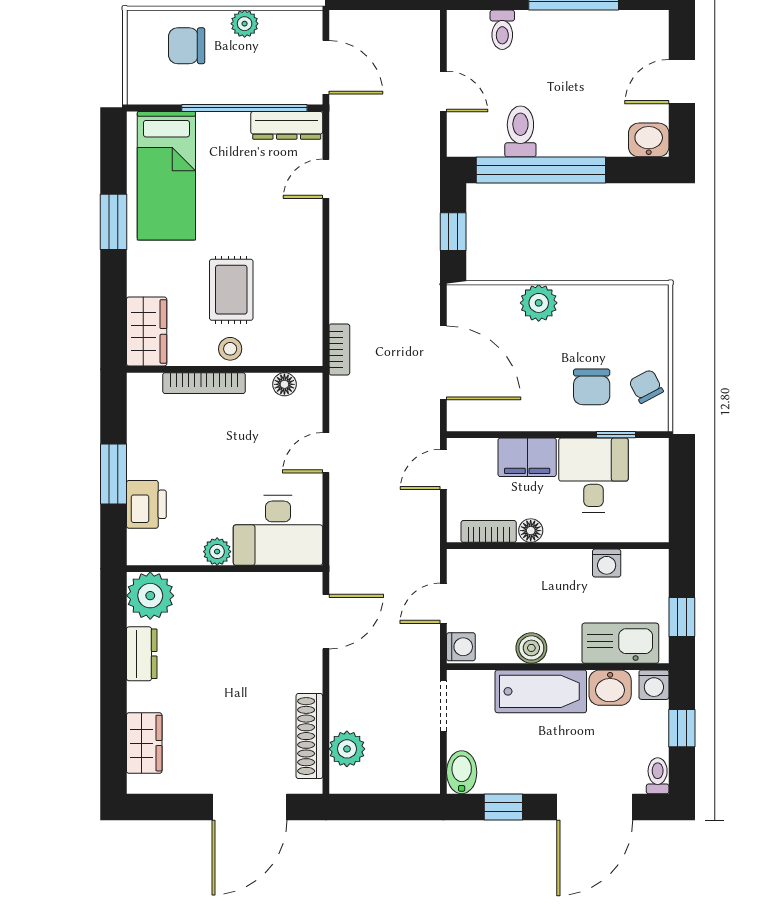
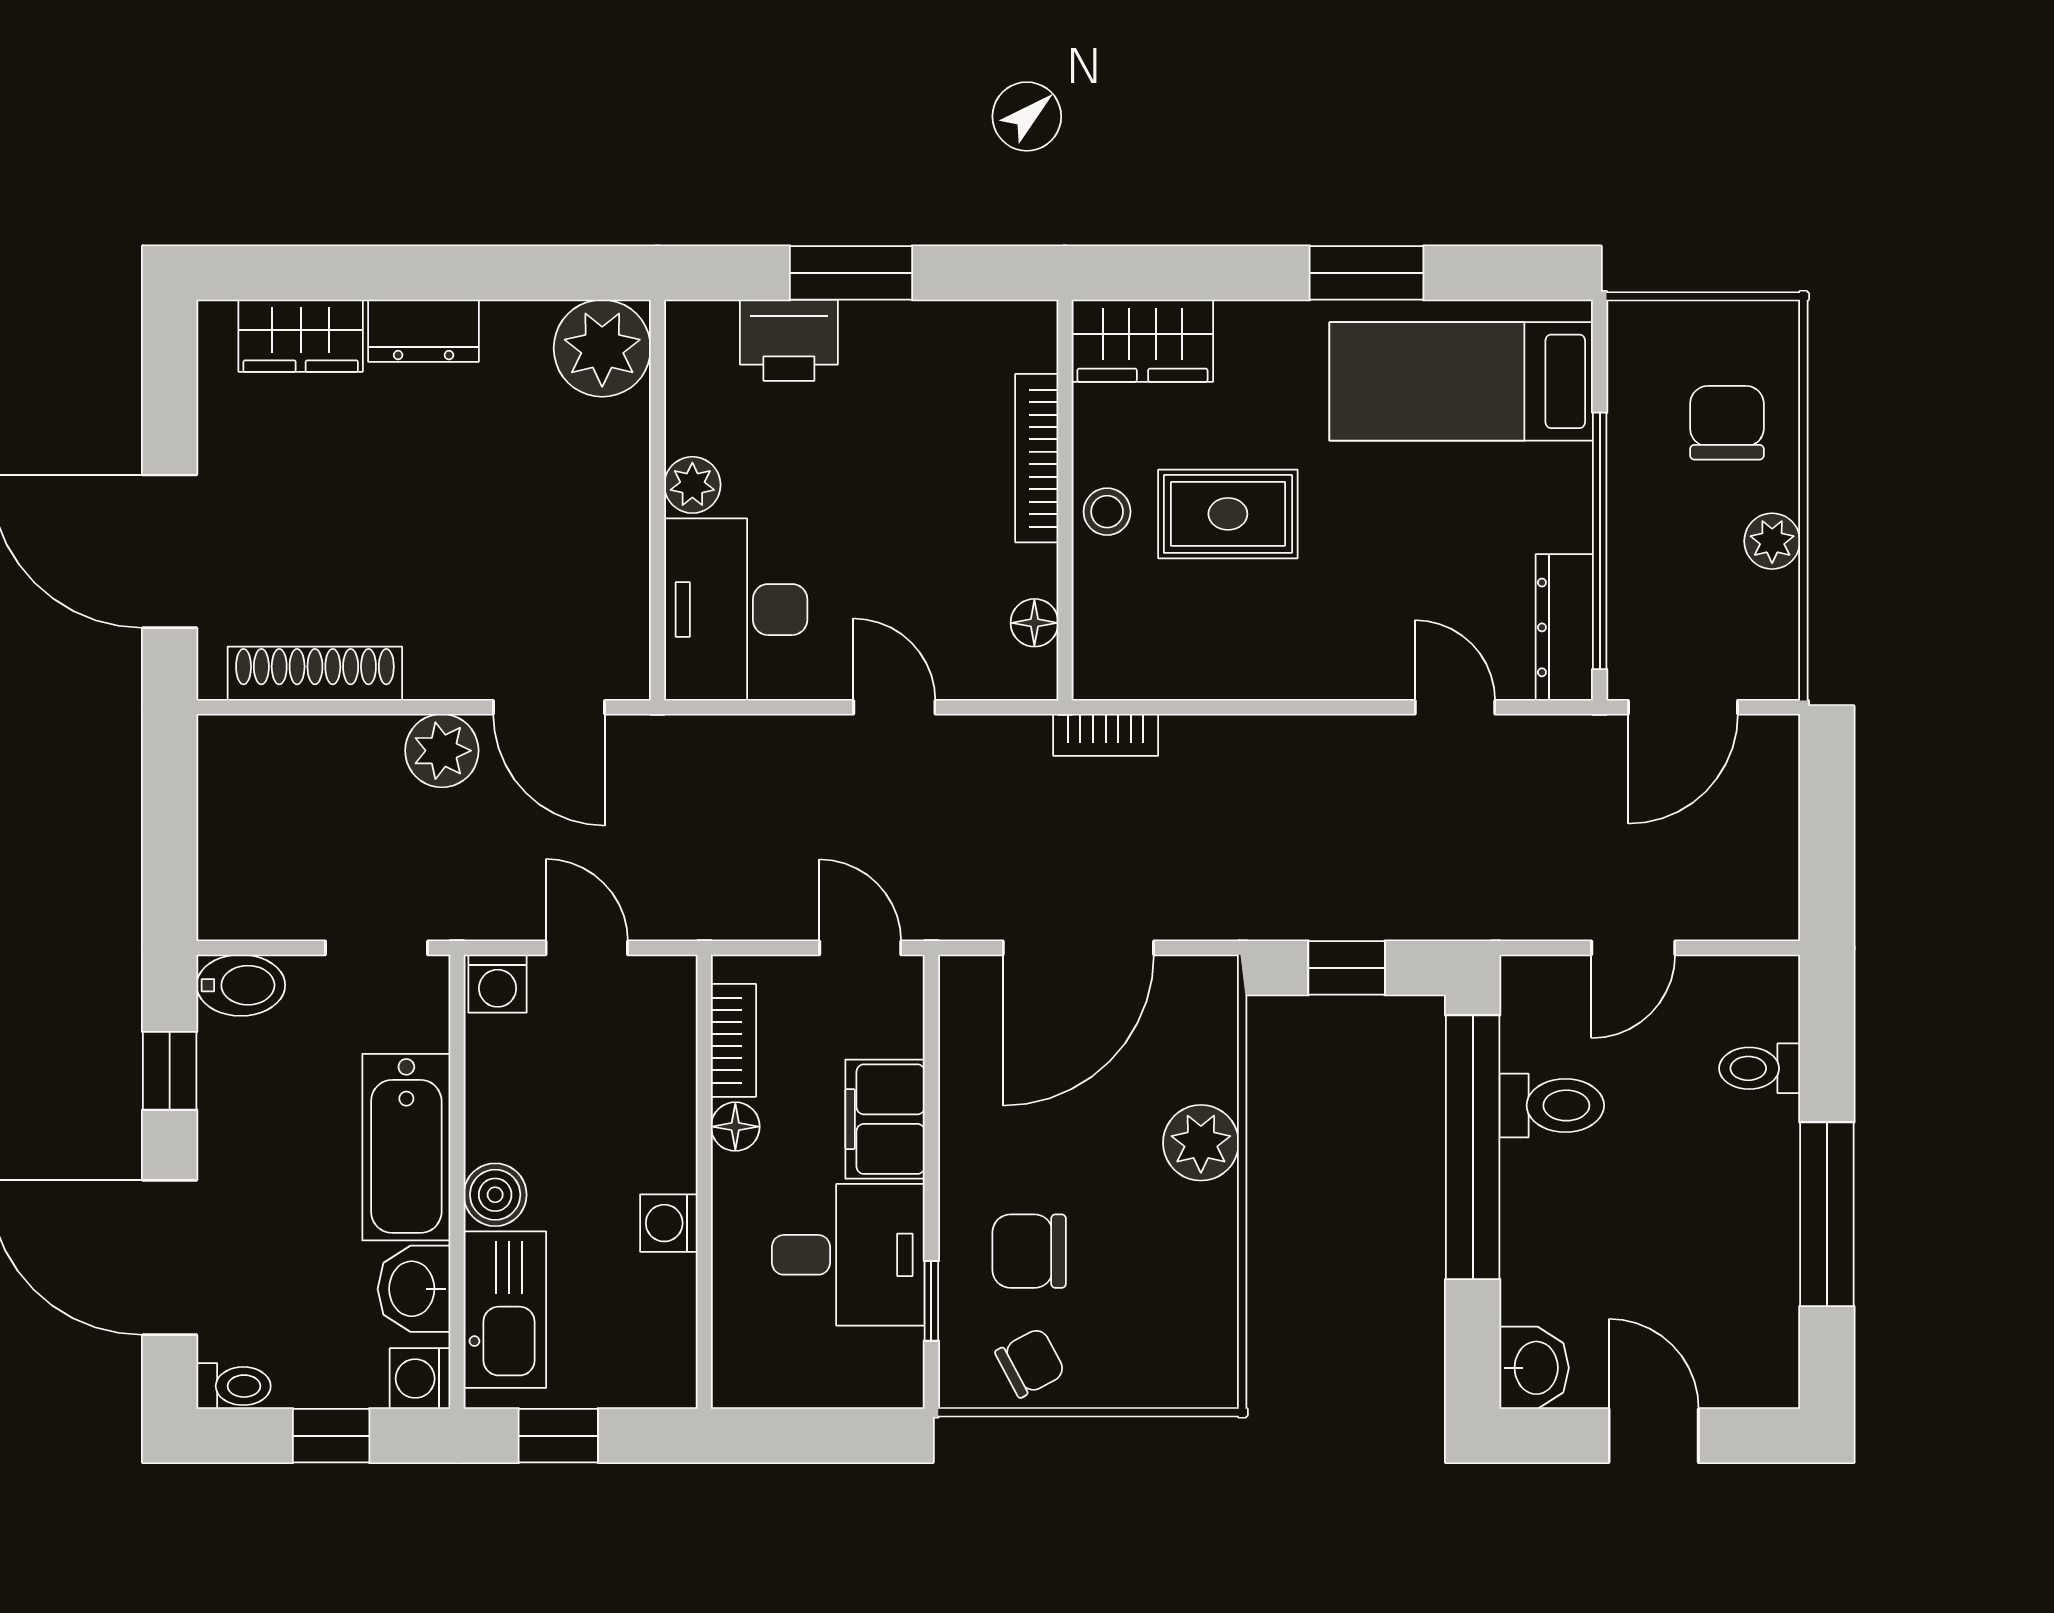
washing machine: (607, 563) -> (669, 1223), moved
boiler: (531, 648) -> (495, 1195), moved
dresser: (142, 654) -> (424, 331), moved
plant: (347, 749) -> (442, 751), moved

